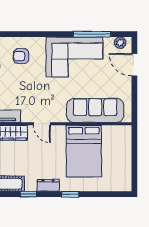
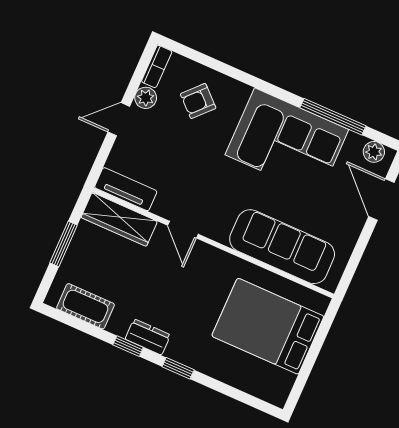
armchair: (21, 56) -> (198, 101), turned -47
bed: (84, 151) -> (268, 326), moved, turned 90
window: (28, 194) -> (128, 346), moved

